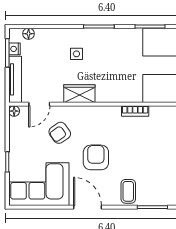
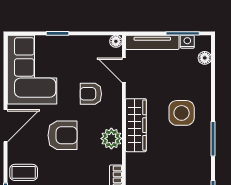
side table: (76, 54) -> (182, 113), width x1.87, depth x1.87
wardrobe: (79, 94) -> (136, 125), width x1.50
plant: (99, 115) -> (111, 139), added
armchair: (60, 133) -> (91, 94), turned -55

